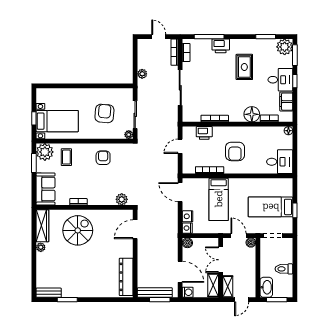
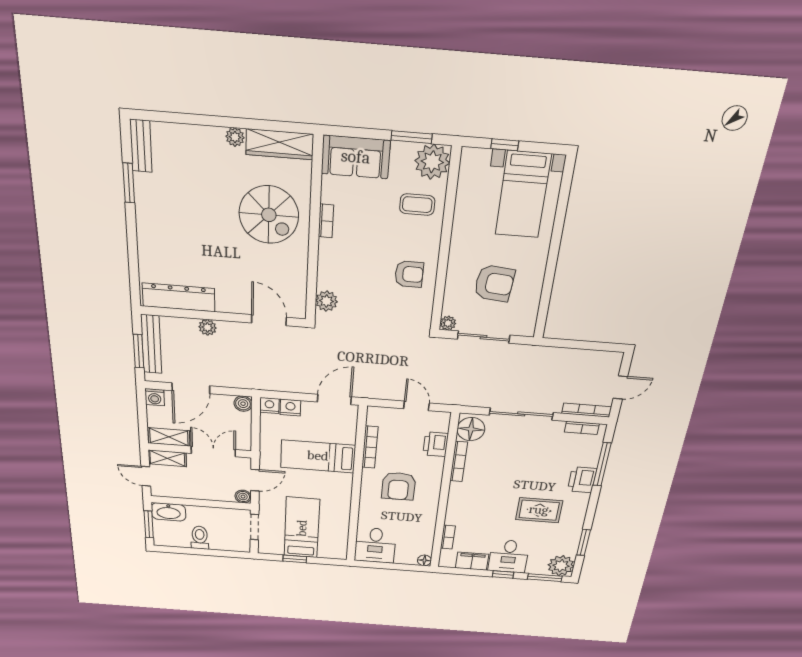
plant: (142, 74) -> (207, 327), moved
floor lamp: (252, 114) -> (471, 429), moved
bed with nightstands: (57, 121) -> (523, 195), moved
armchair: (235, 151) -> (399, 486), turned -90

